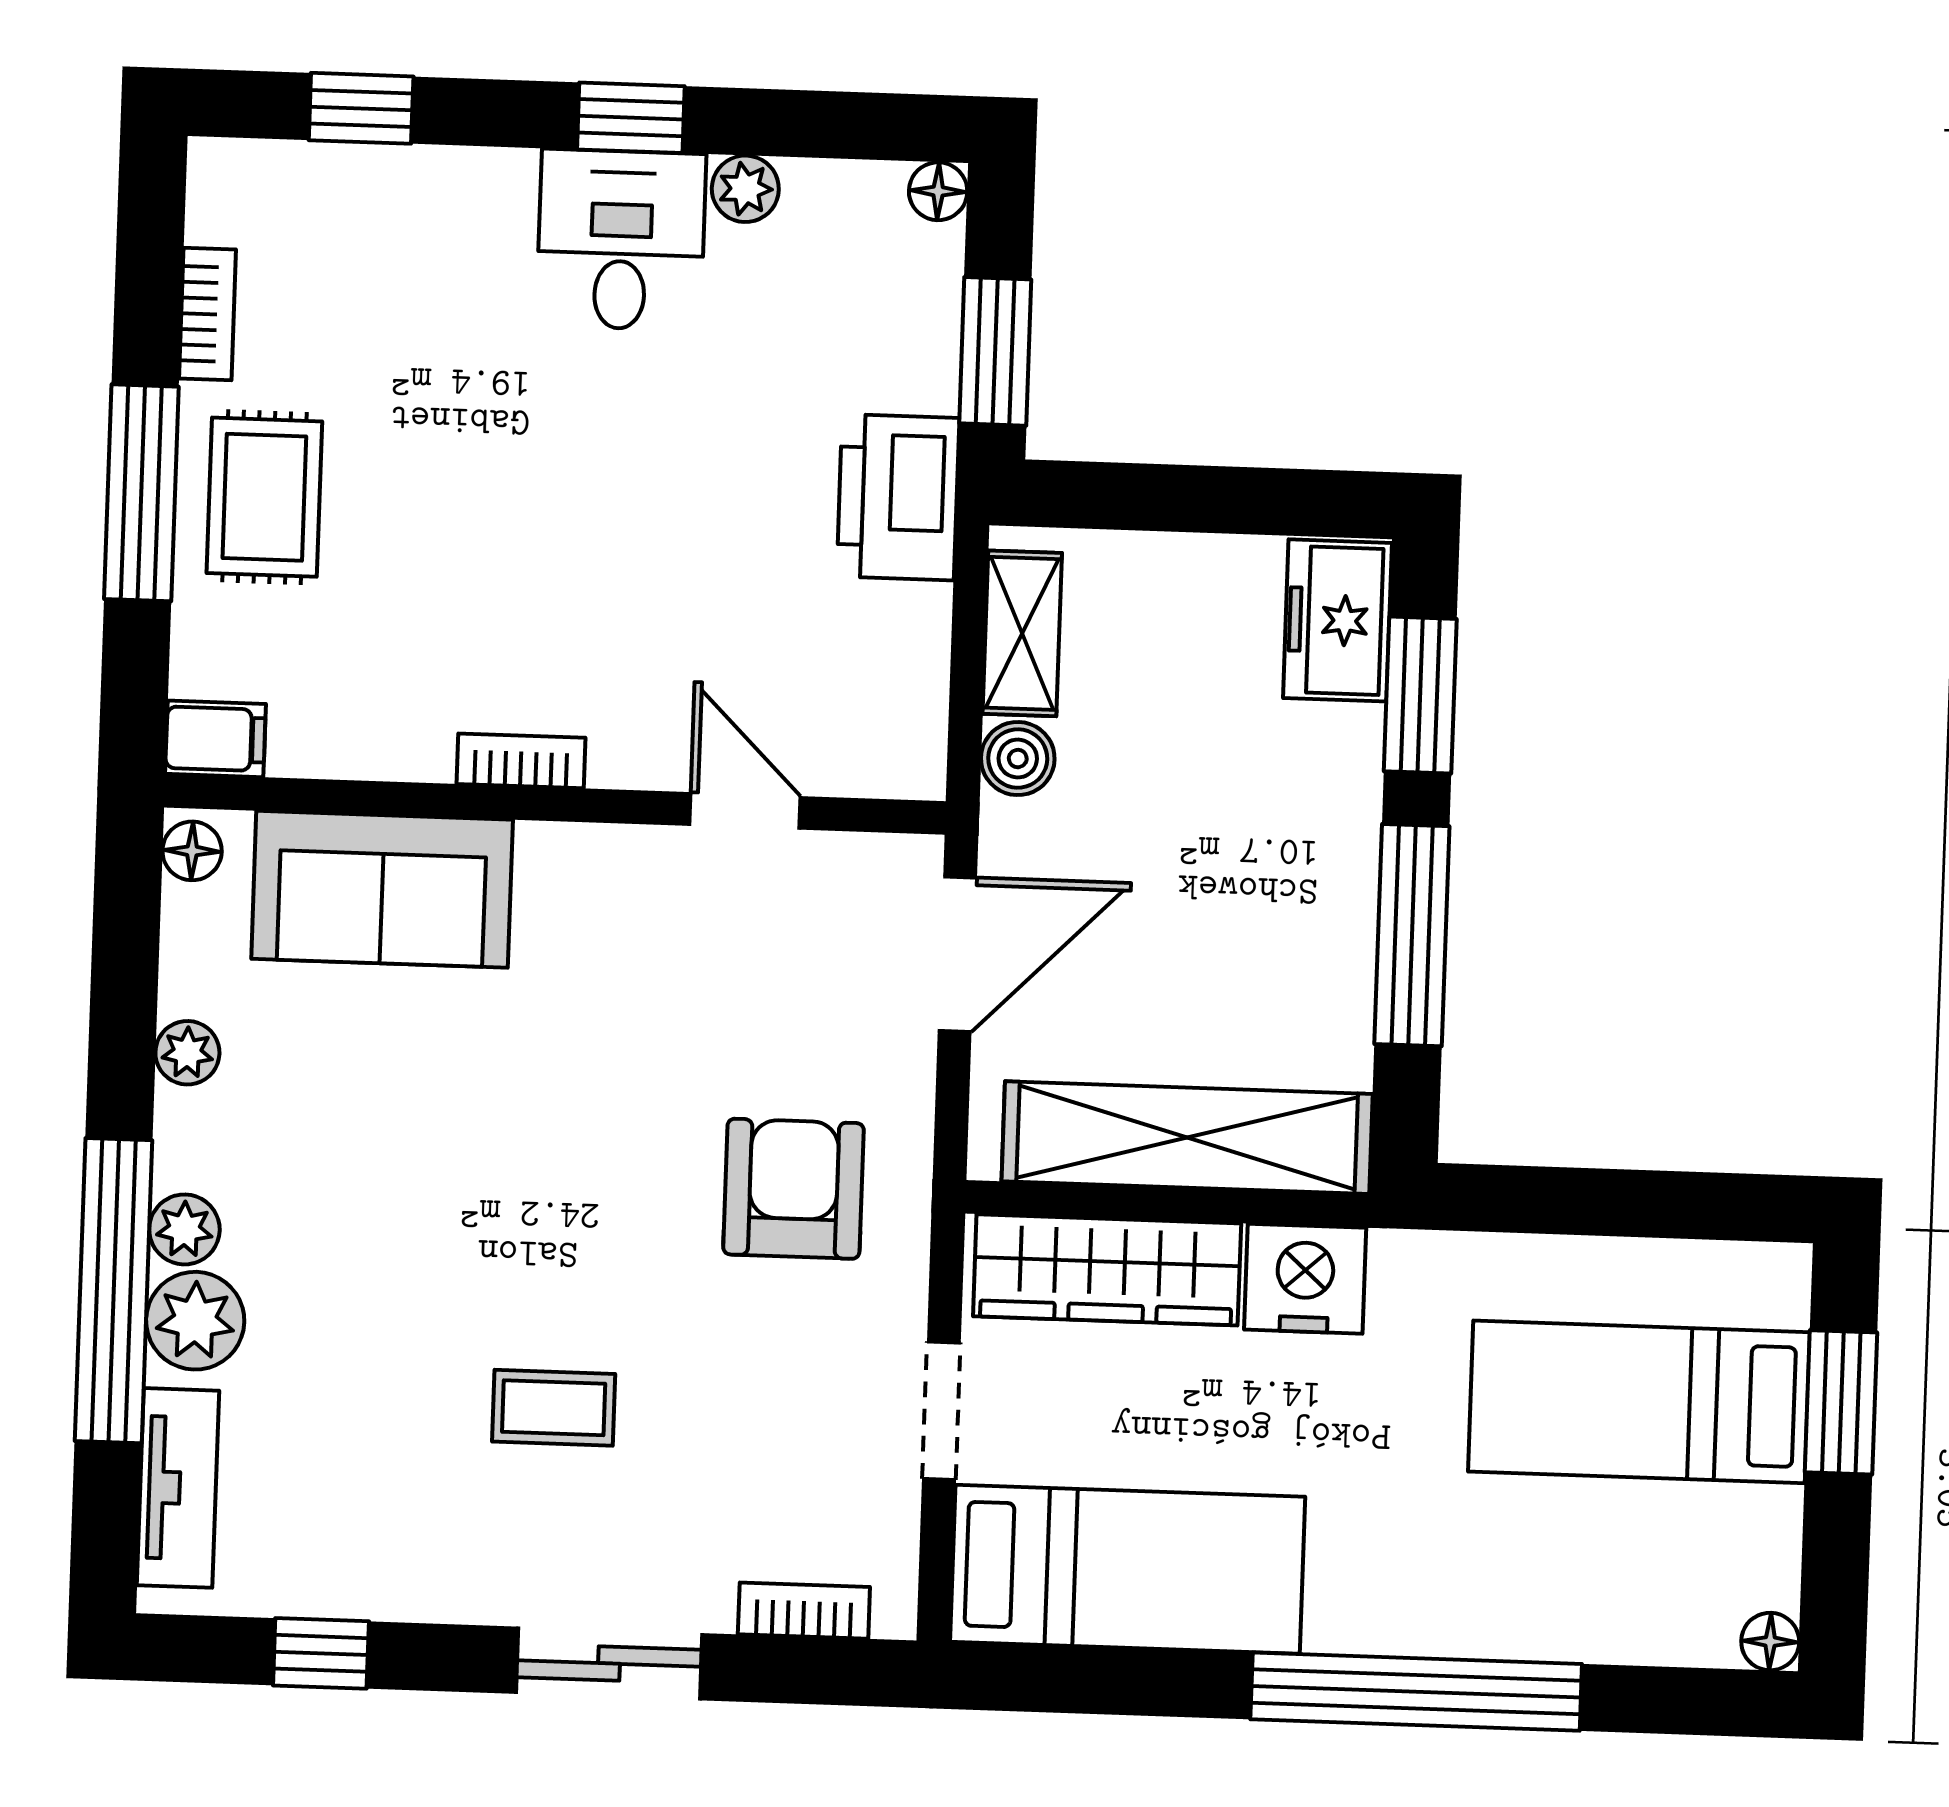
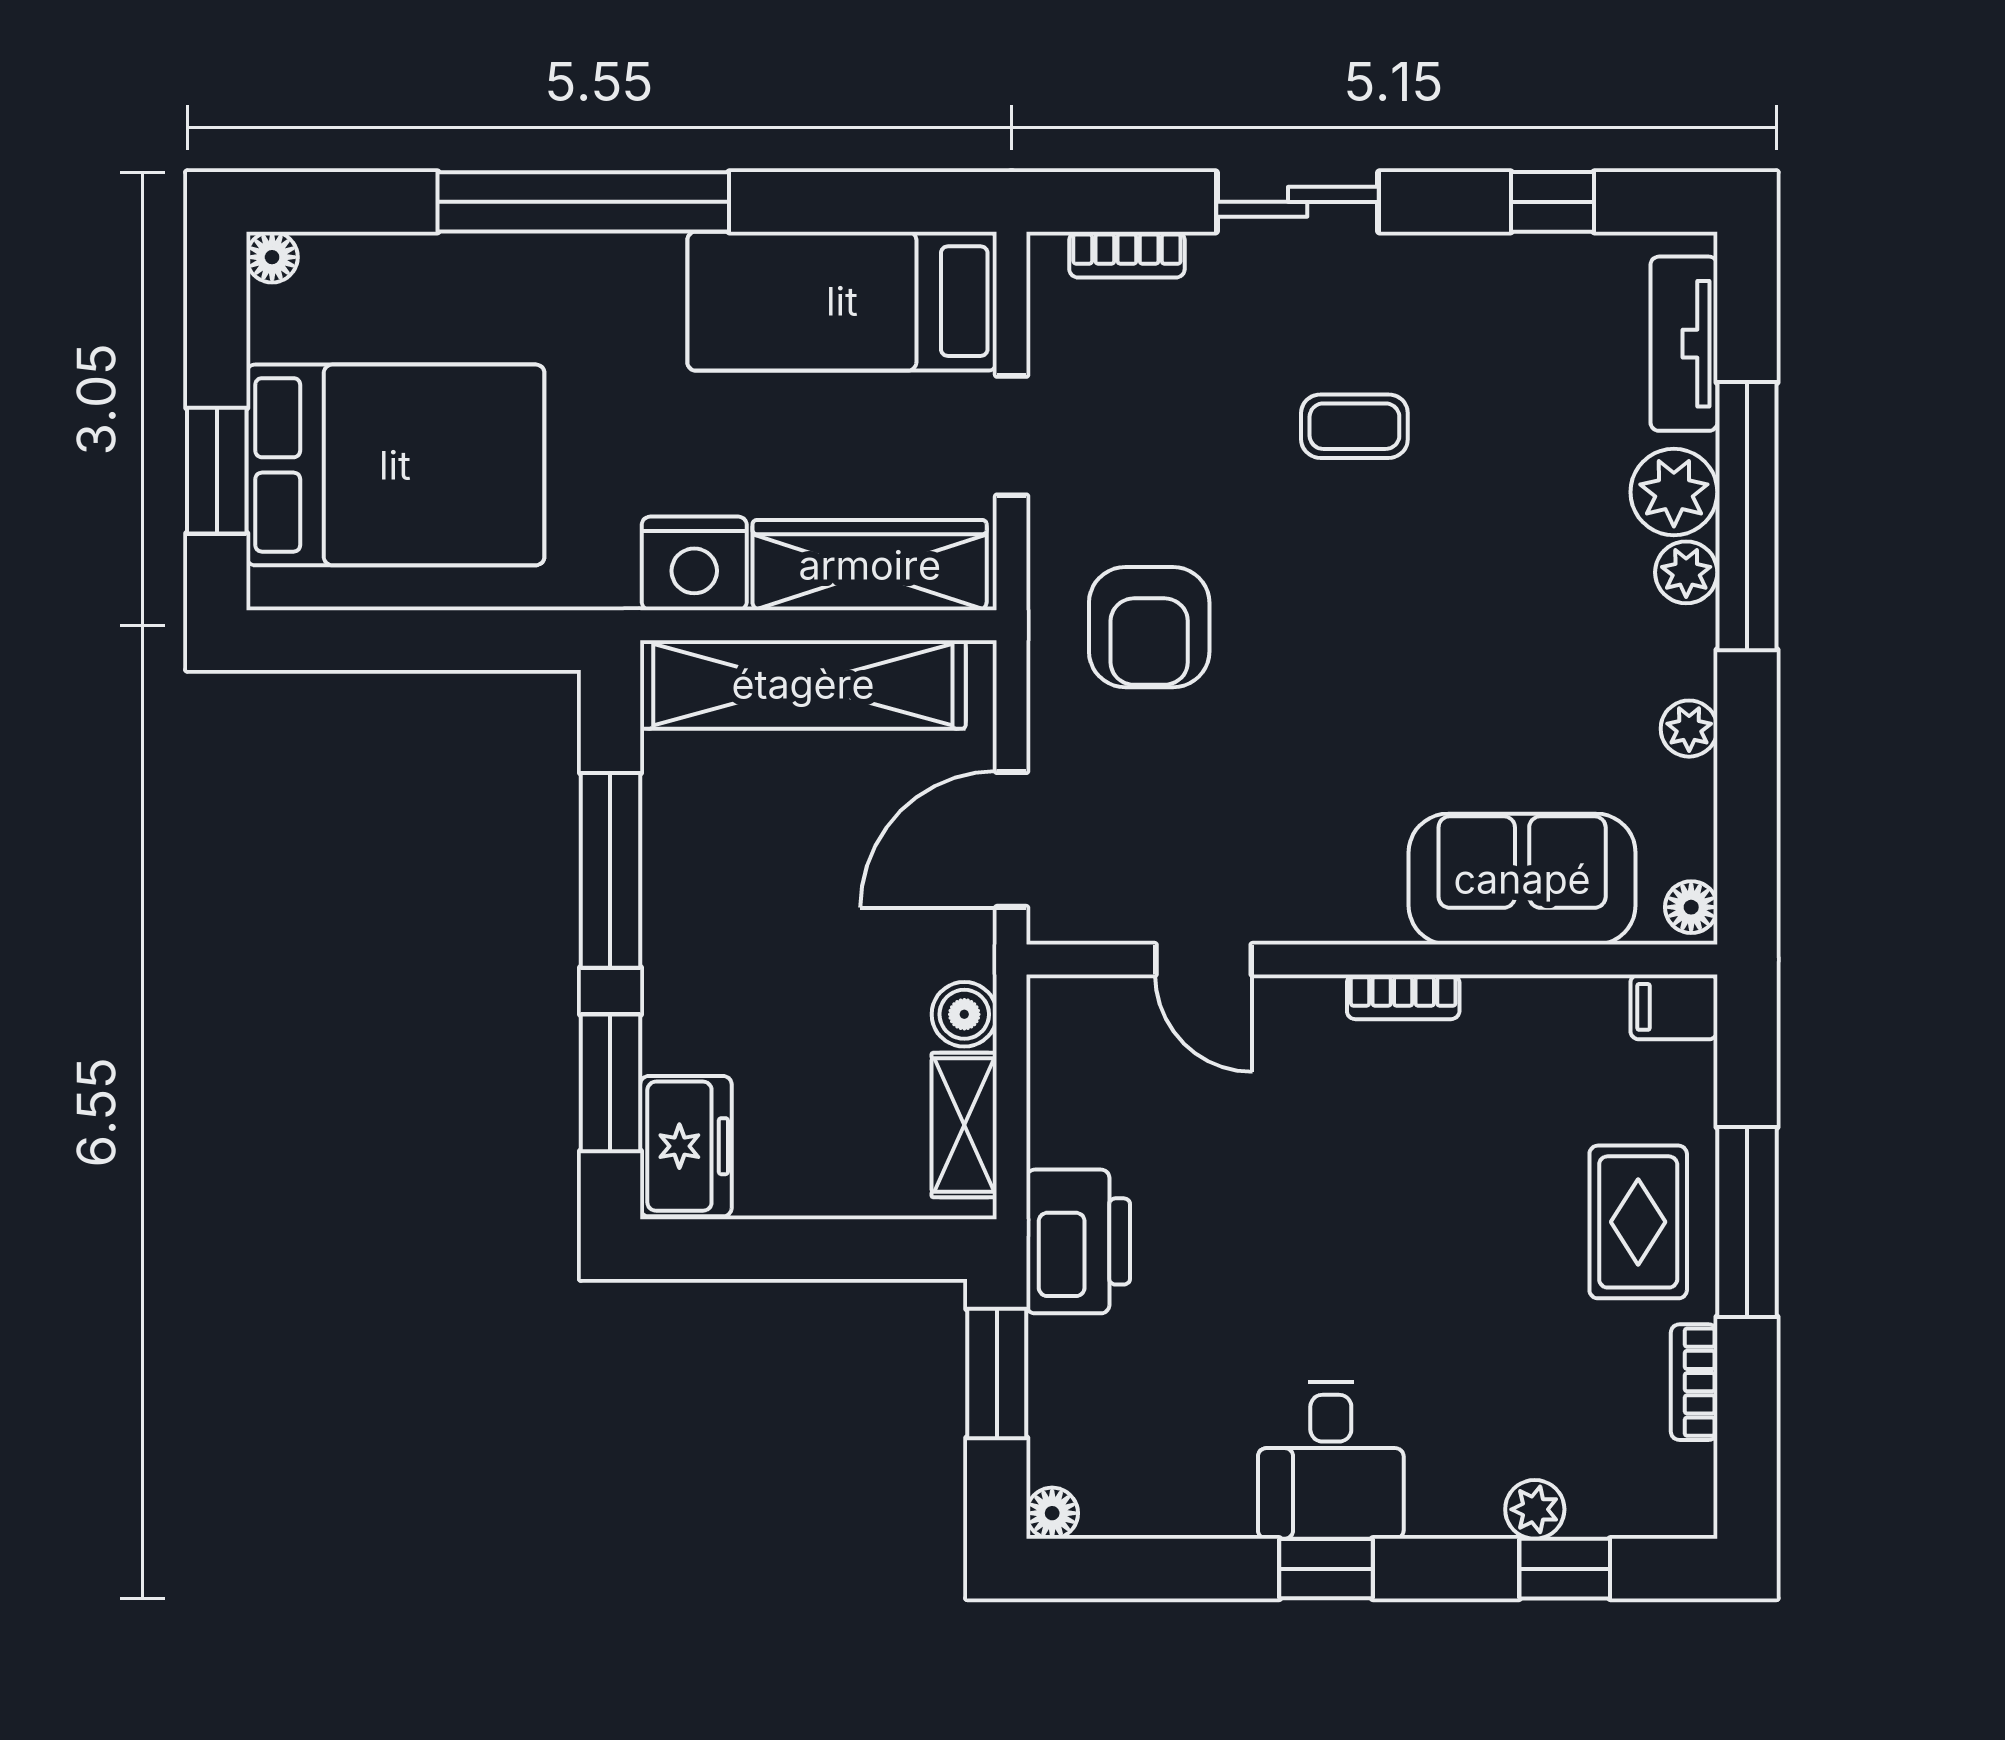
plant: (745, 189) -> (1535, 1509), moved
bed: (1639, 1402) -> (395, 465), width x1.50

